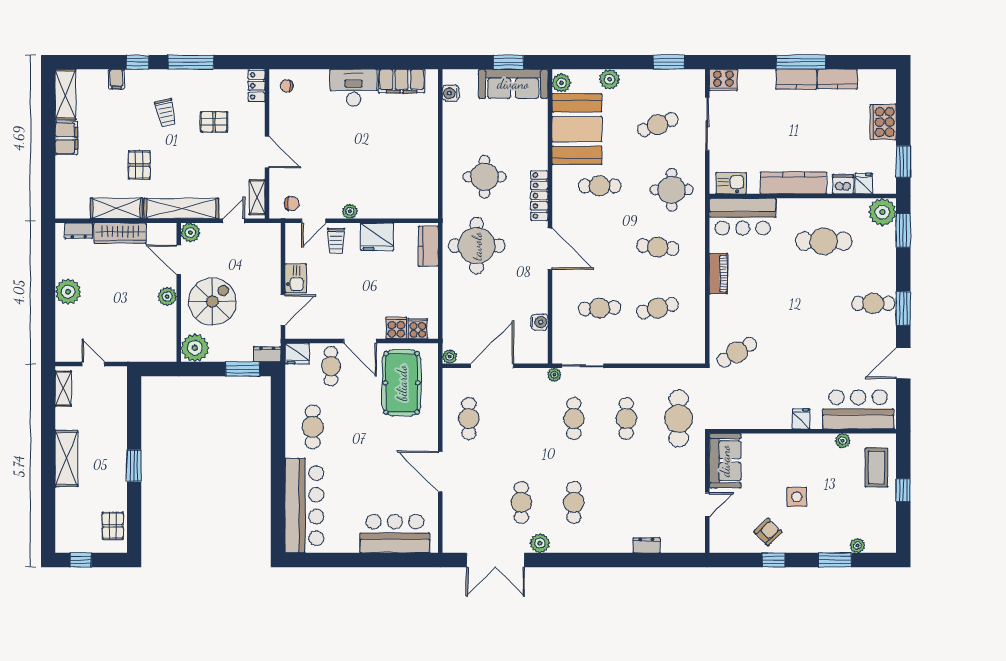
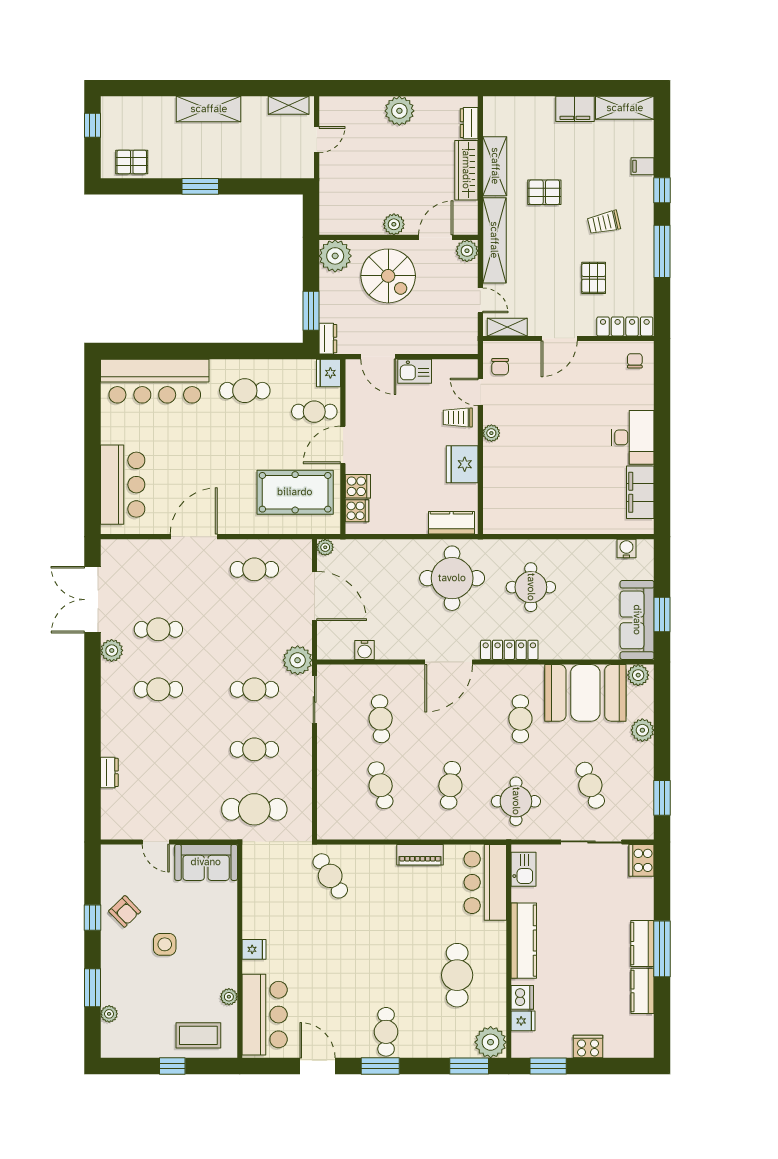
locker: (257, 86) -> (625, 326), width x1.53
cooker: (883, 122) -> (588, 1047), width x0.73, depth x0.76
plant: (554, 375) -> (298, 660), width x1.87, depth x1.87

